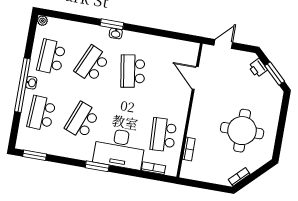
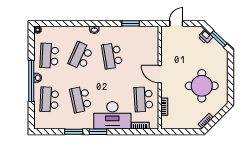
window: (112, 24) -> (131, 23), moved
door: (195, 78) -> (160, 74), moved
school desk: (82, 120) -> (81, 99), turned -33
window: (35, 155) -> (74, 132), moved

